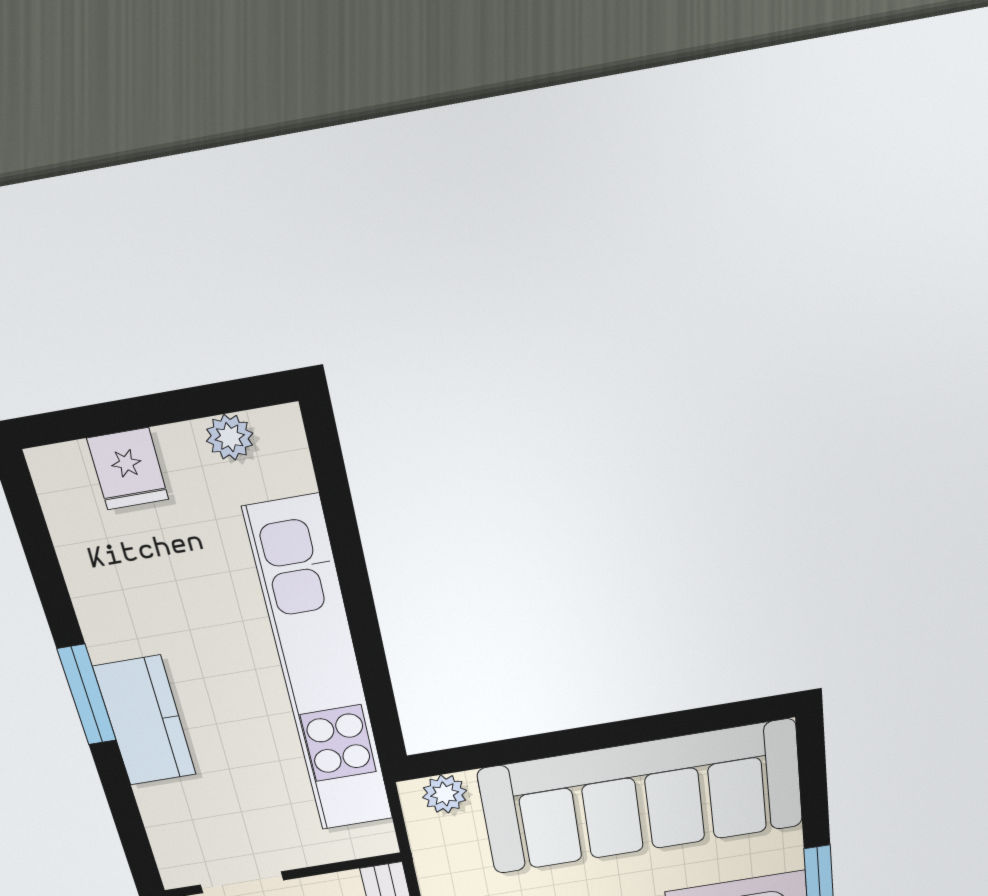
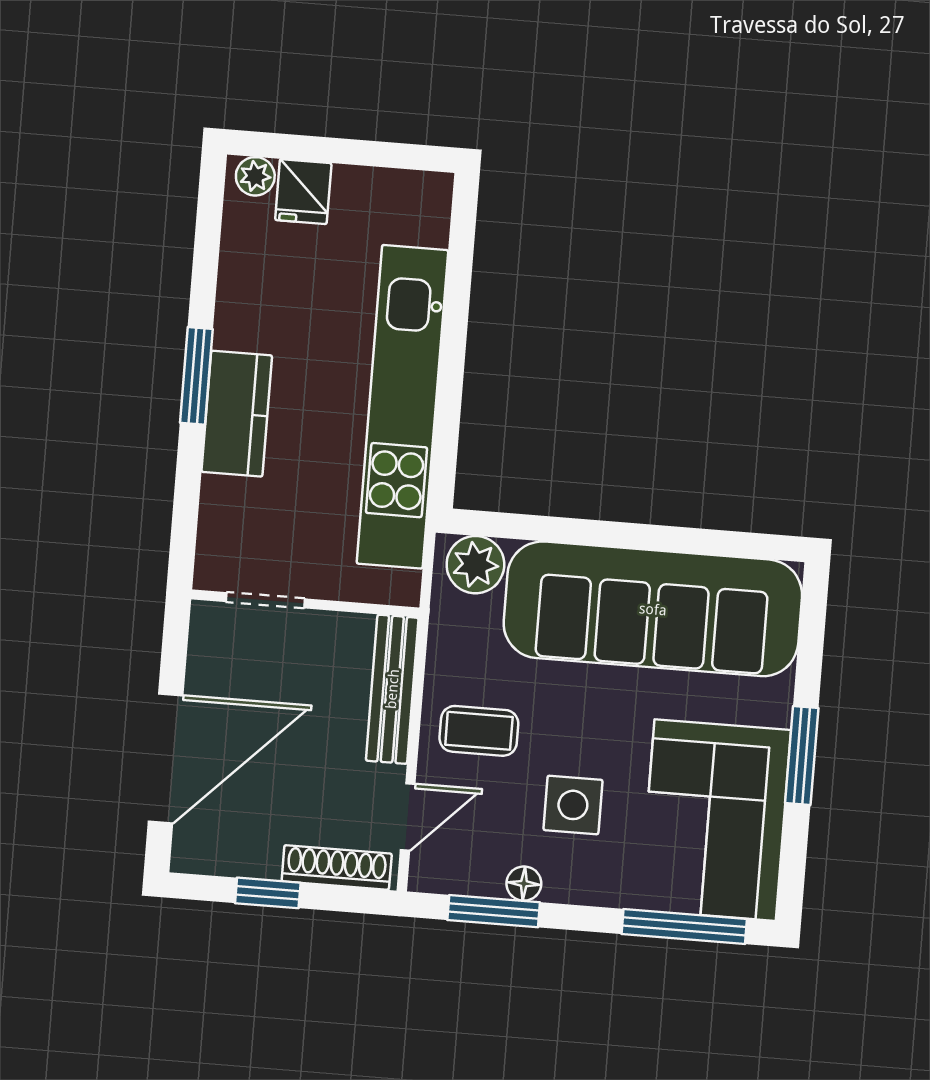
plant: (230, 437) -> (255, 176), moved
plant: (445, 794) -> (475, 565), width x1.38, depth x1.38

